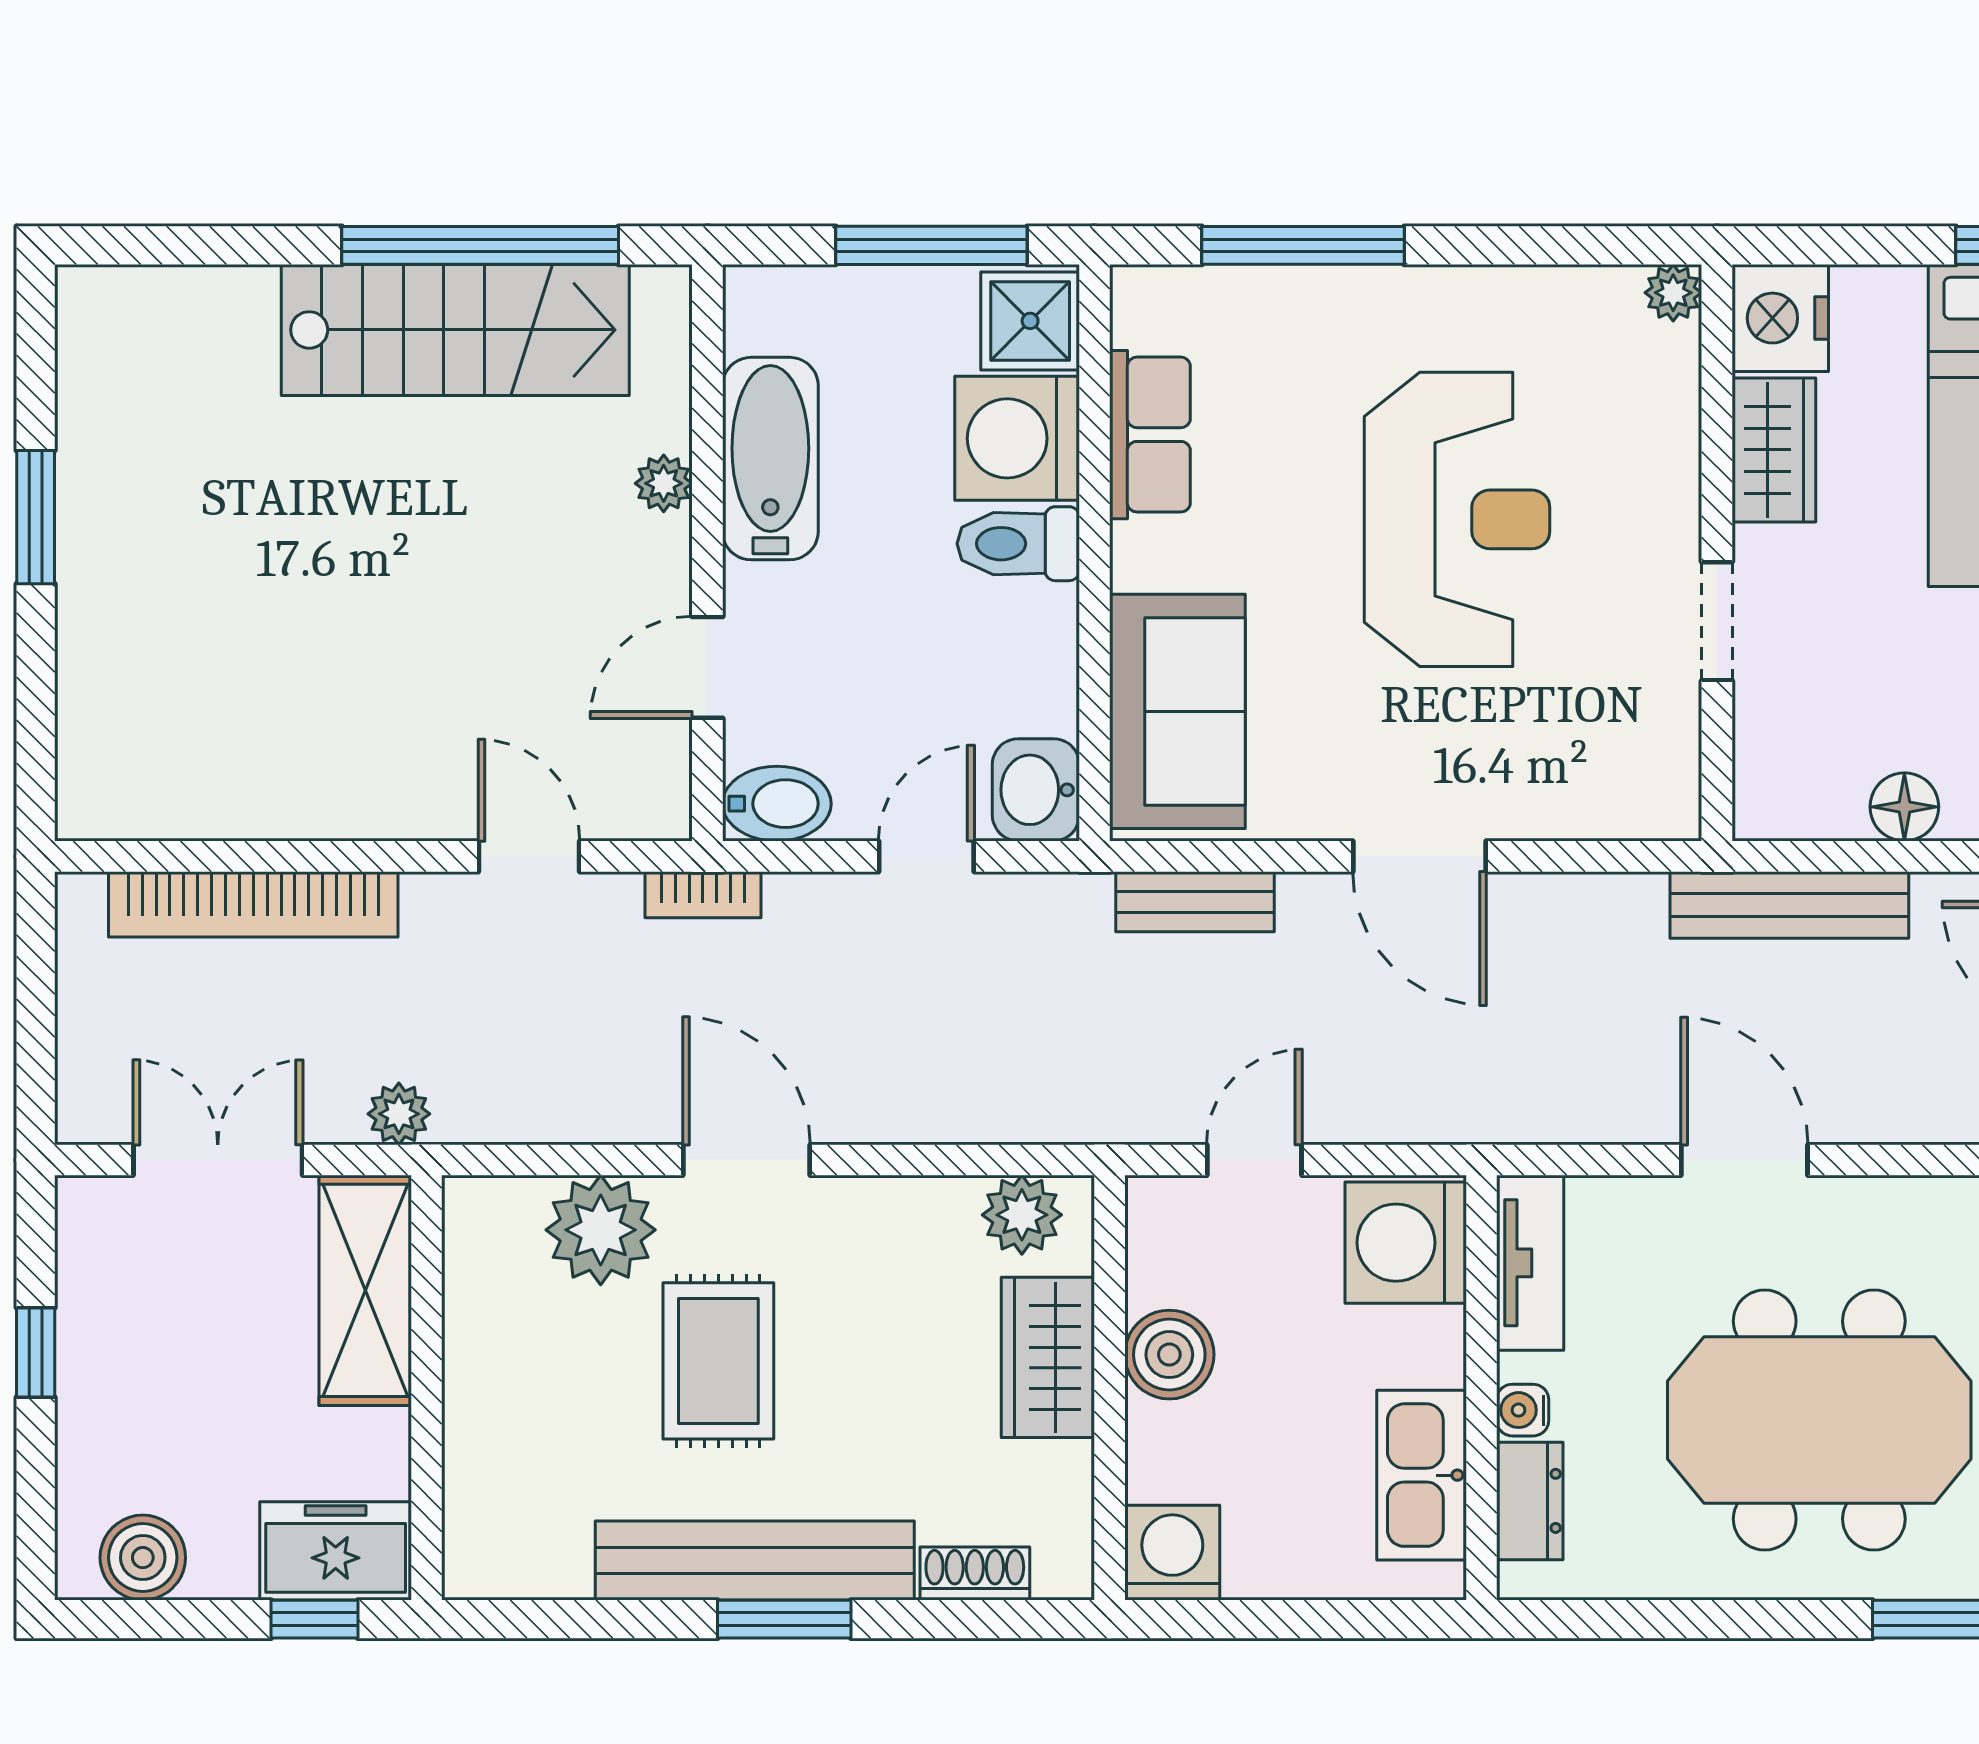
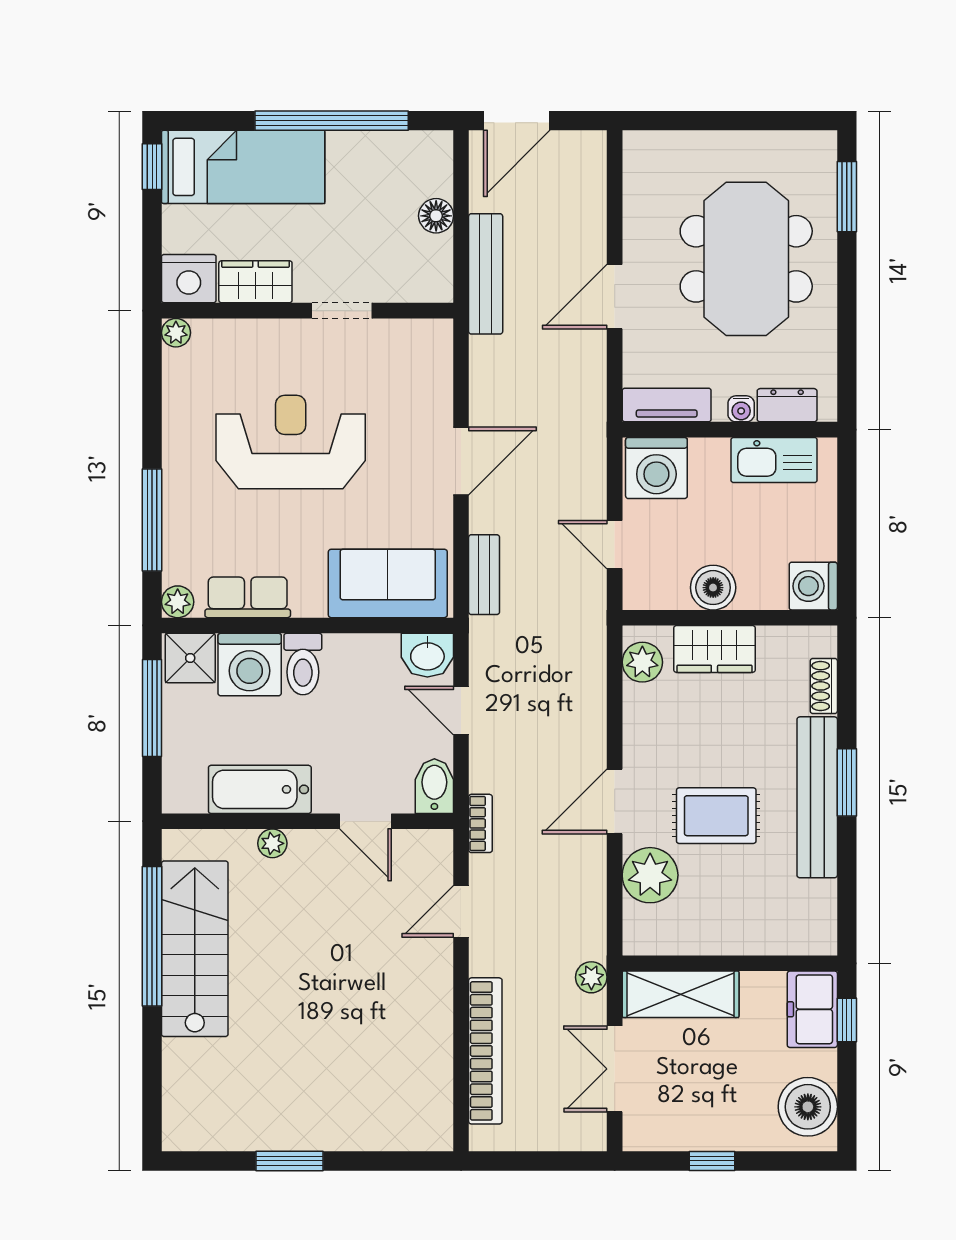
plant: (1141, 296) -> (178, 602), added
boiler: (143, 1558) -> (808, 1107), width x1.37, depth x1.37

